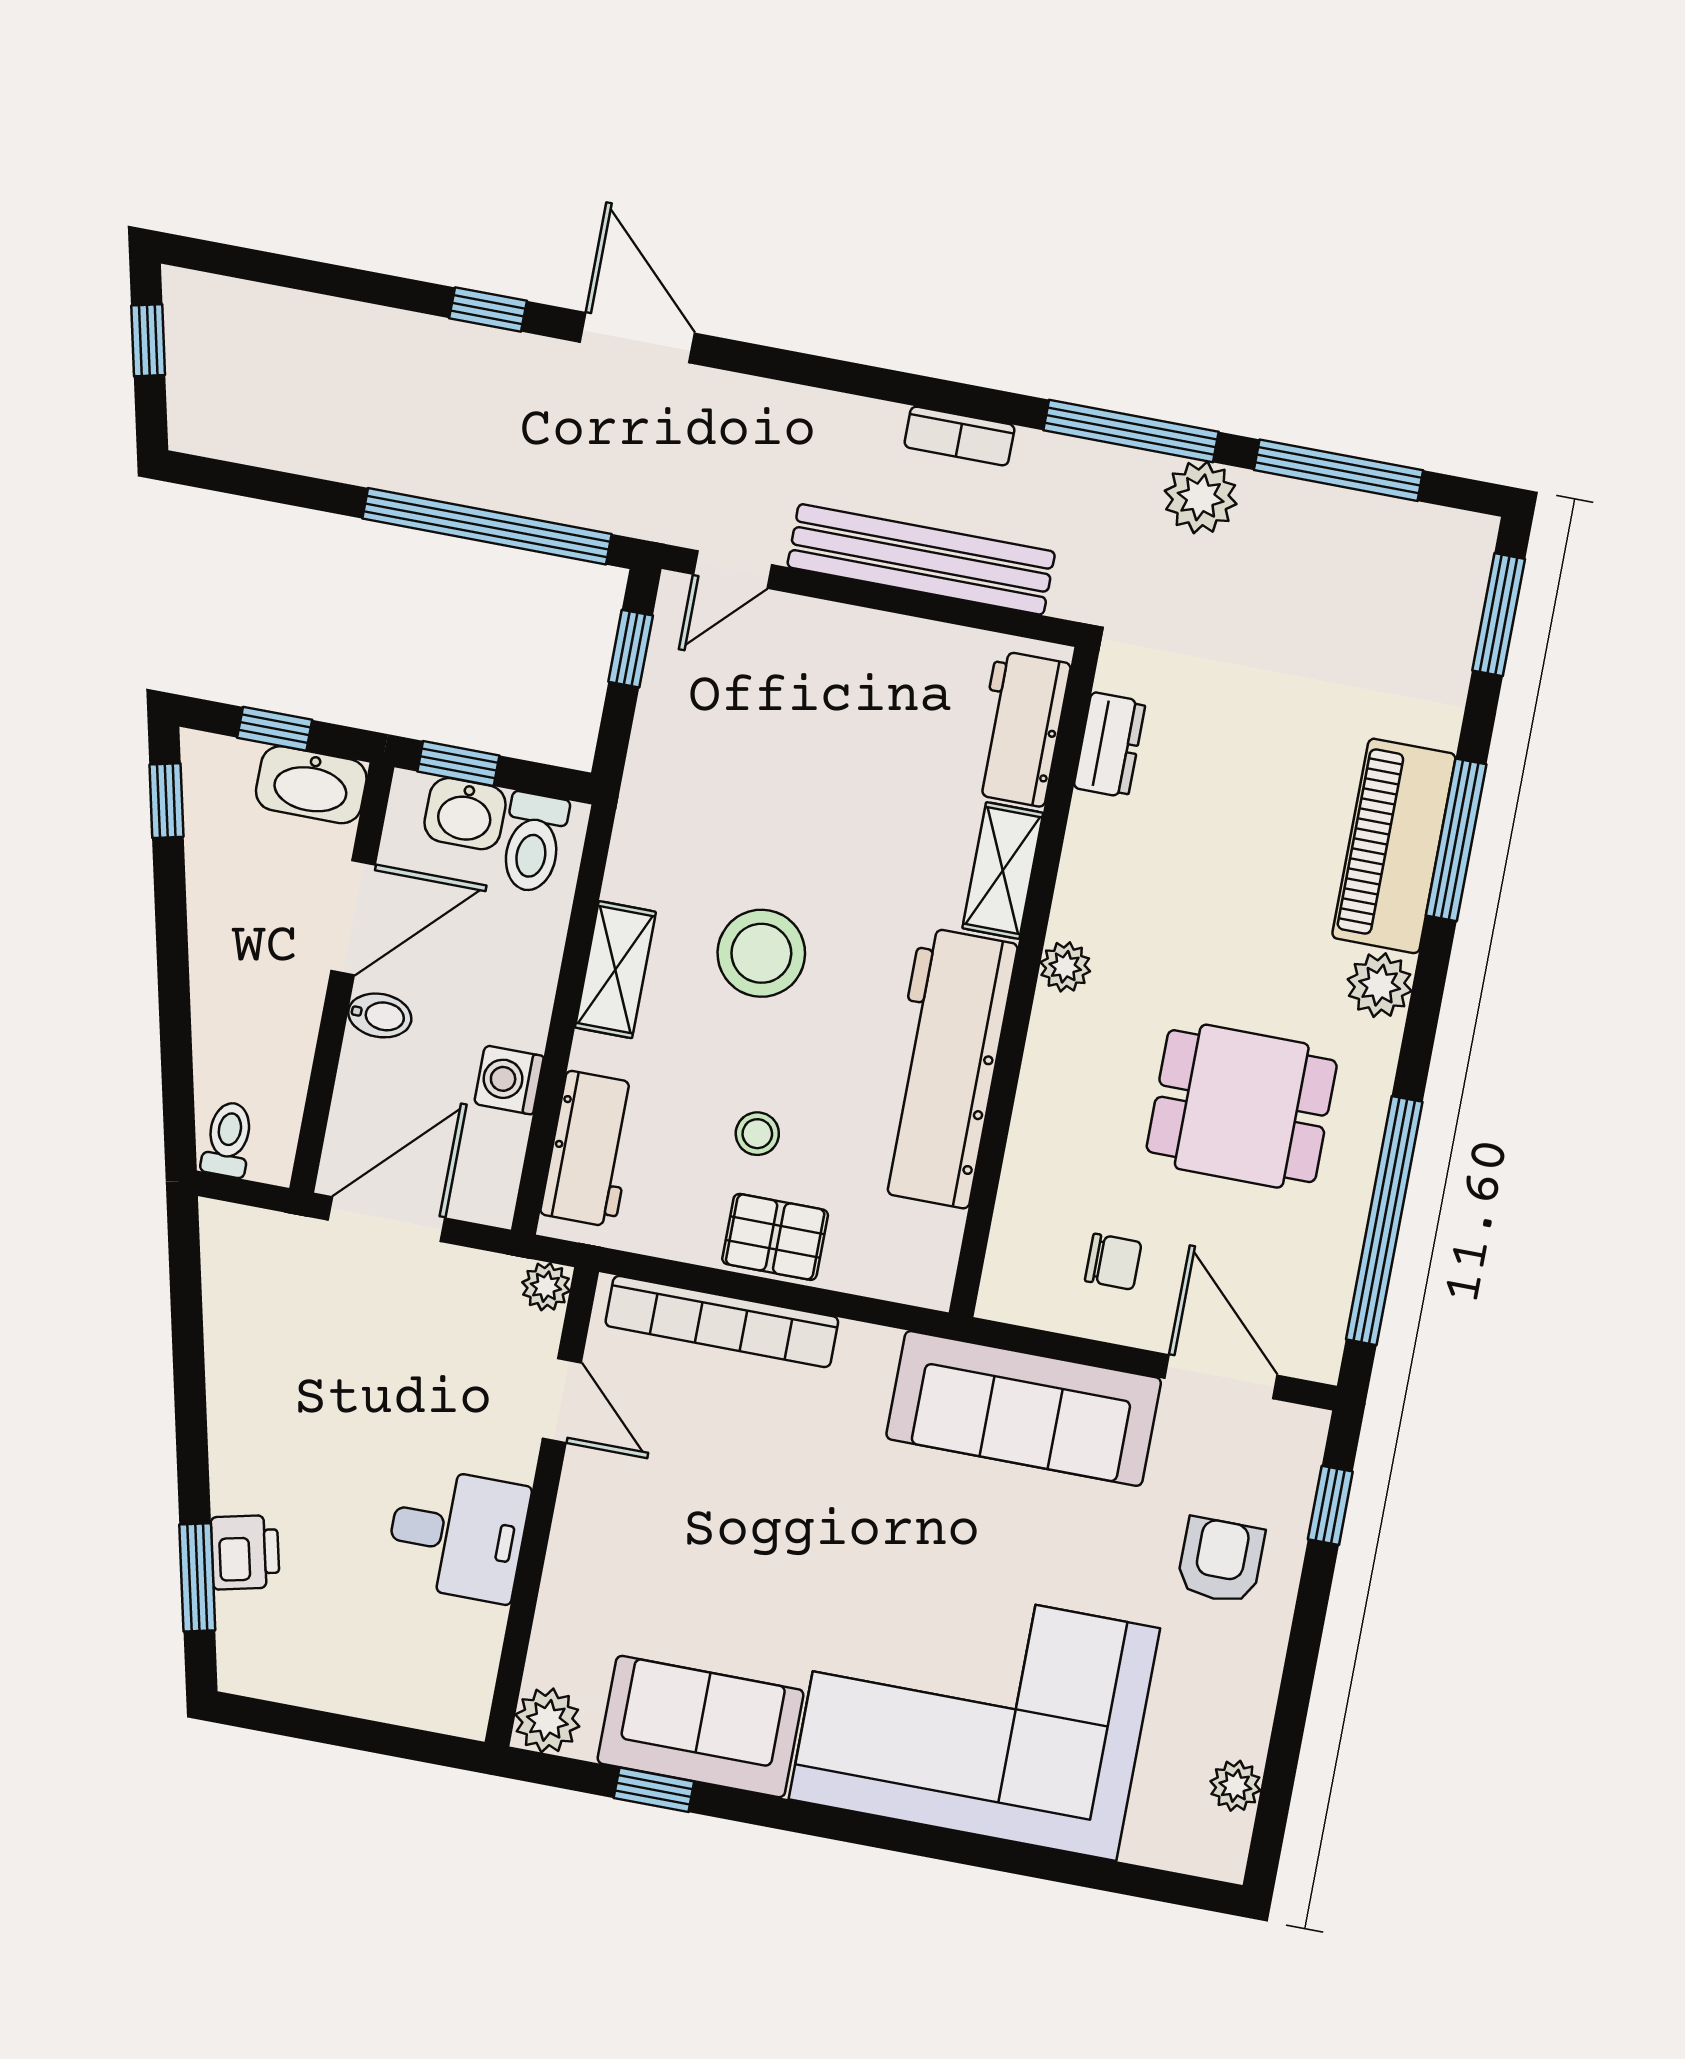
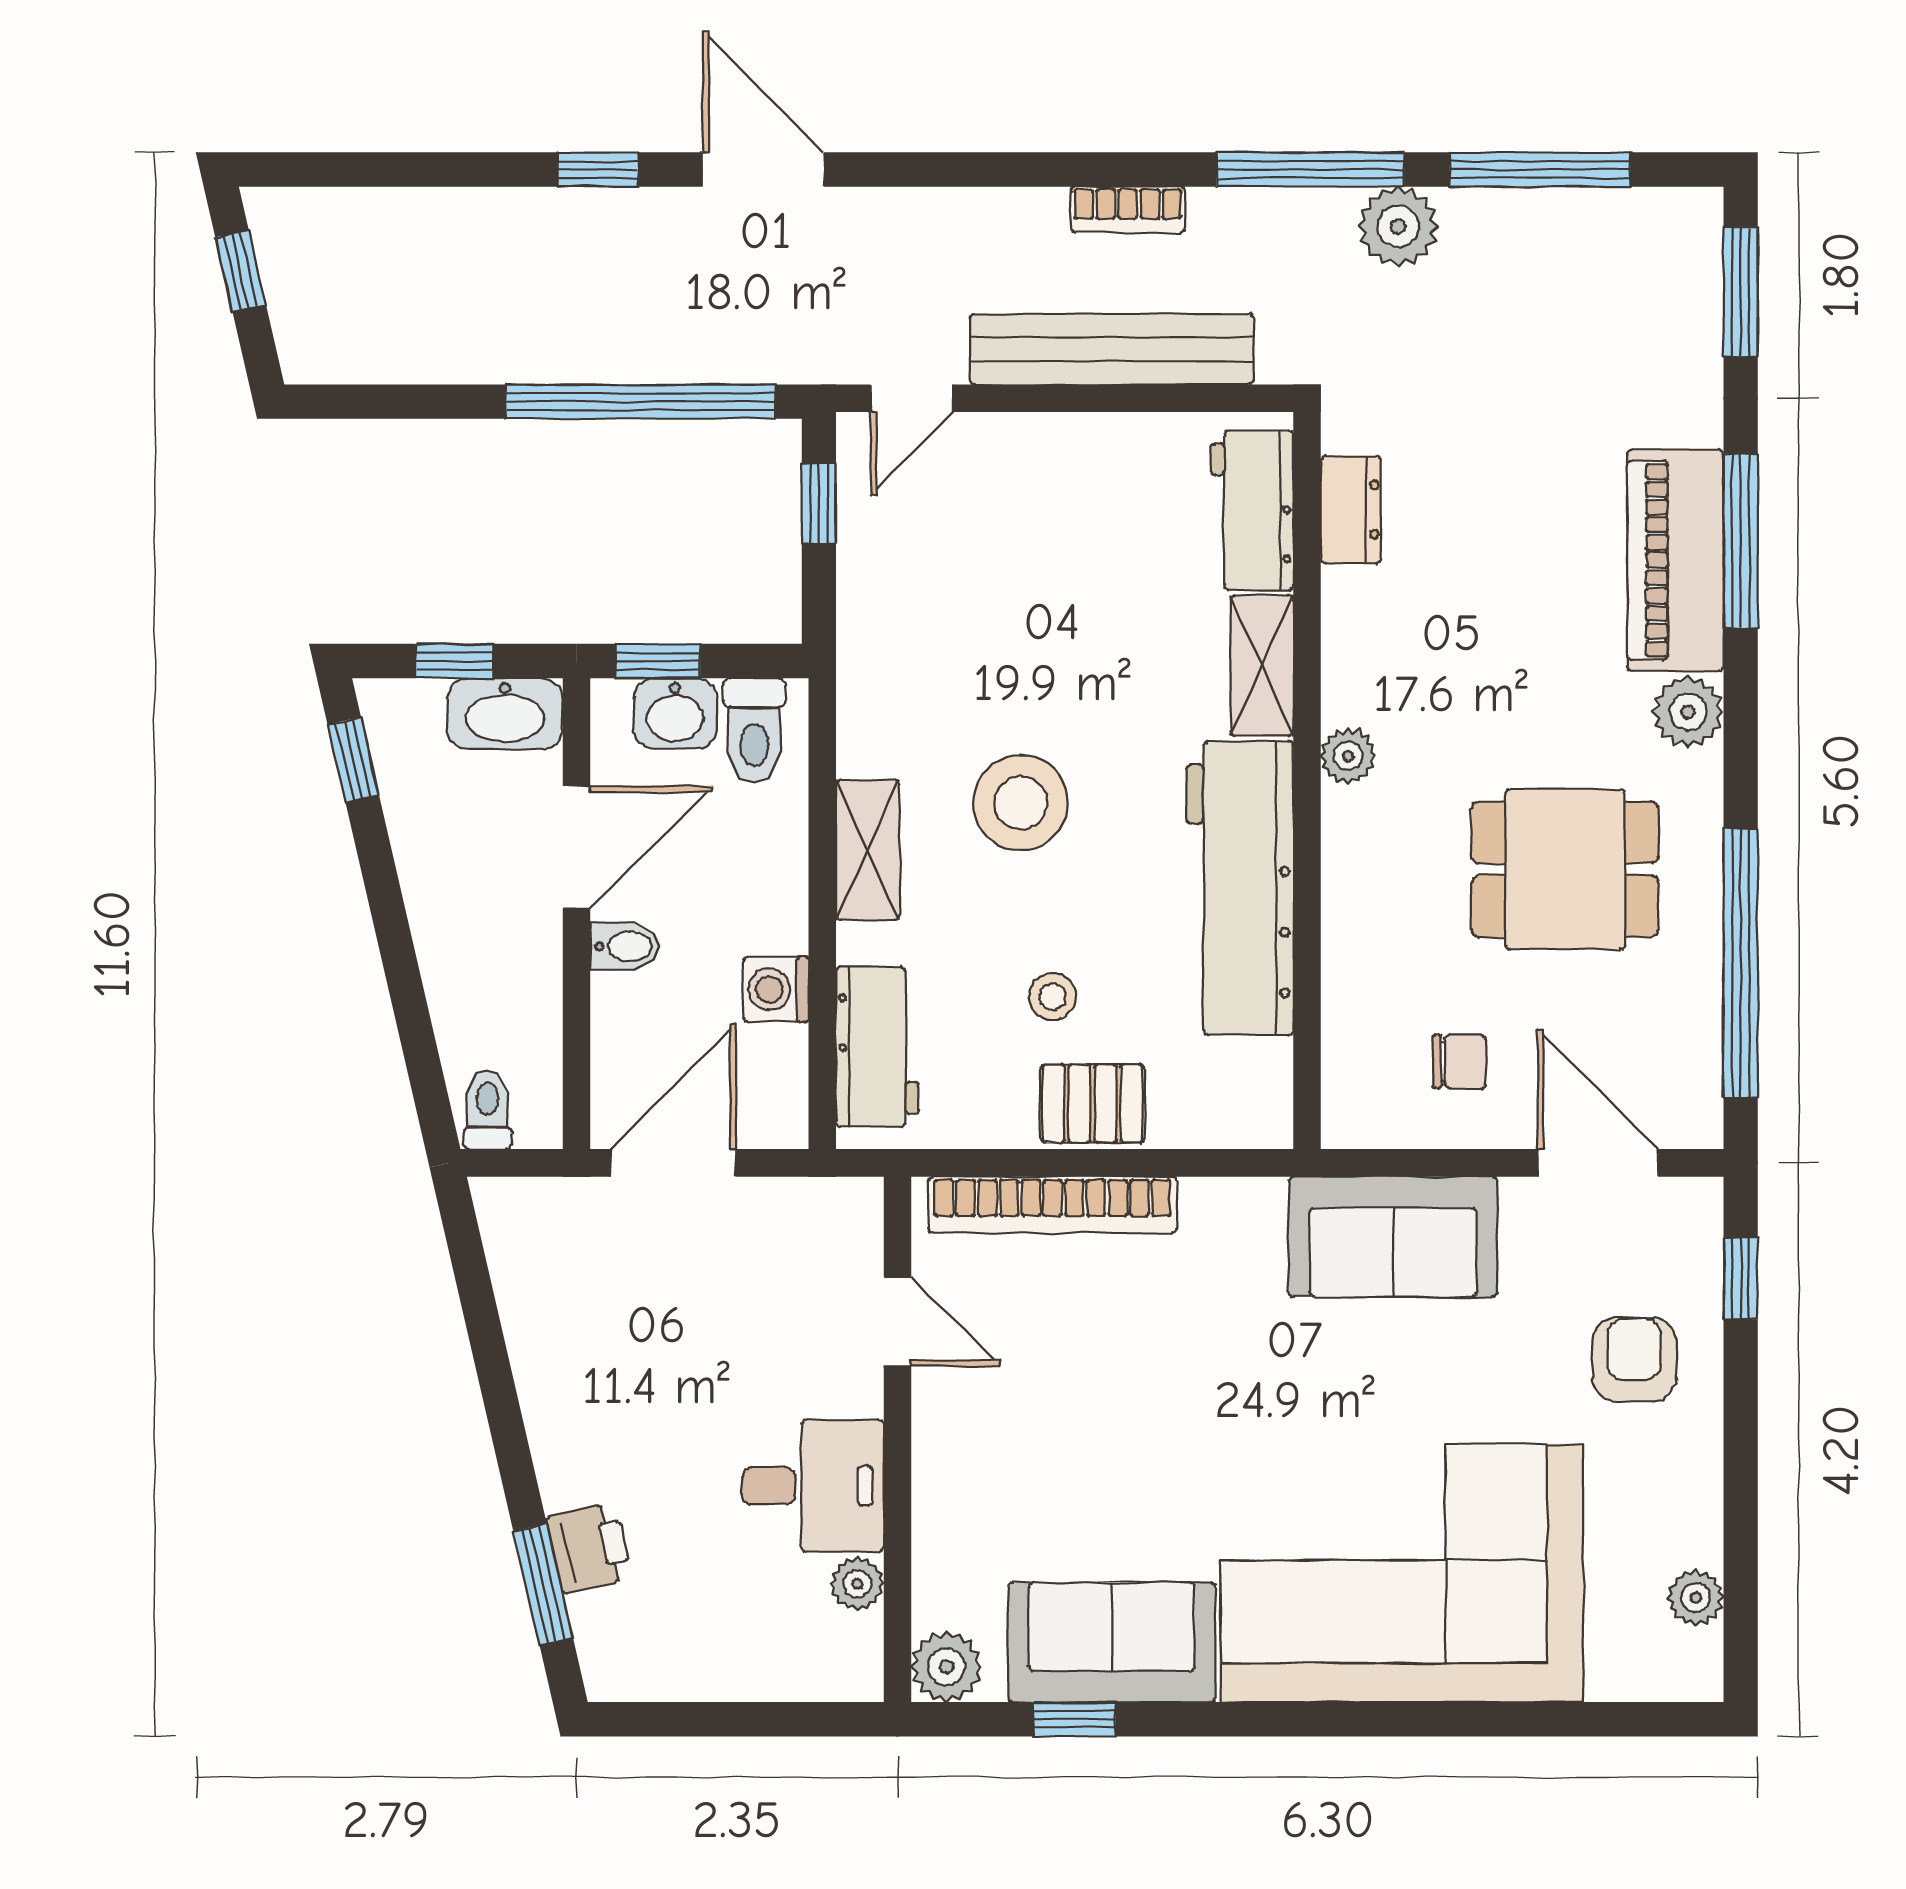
plant: (546, 1287) -> (857, 1584), moved
sofa: (1024, 1408) -> (1393, 1237), width x0.73

